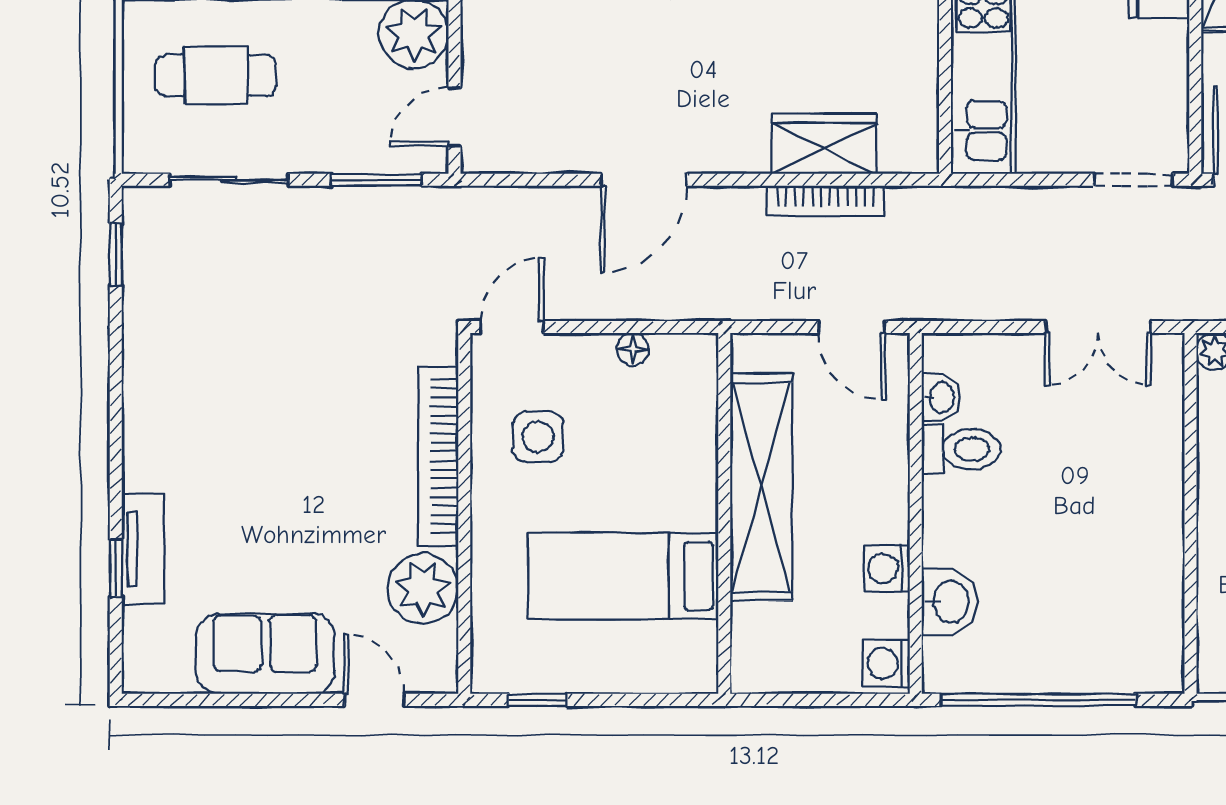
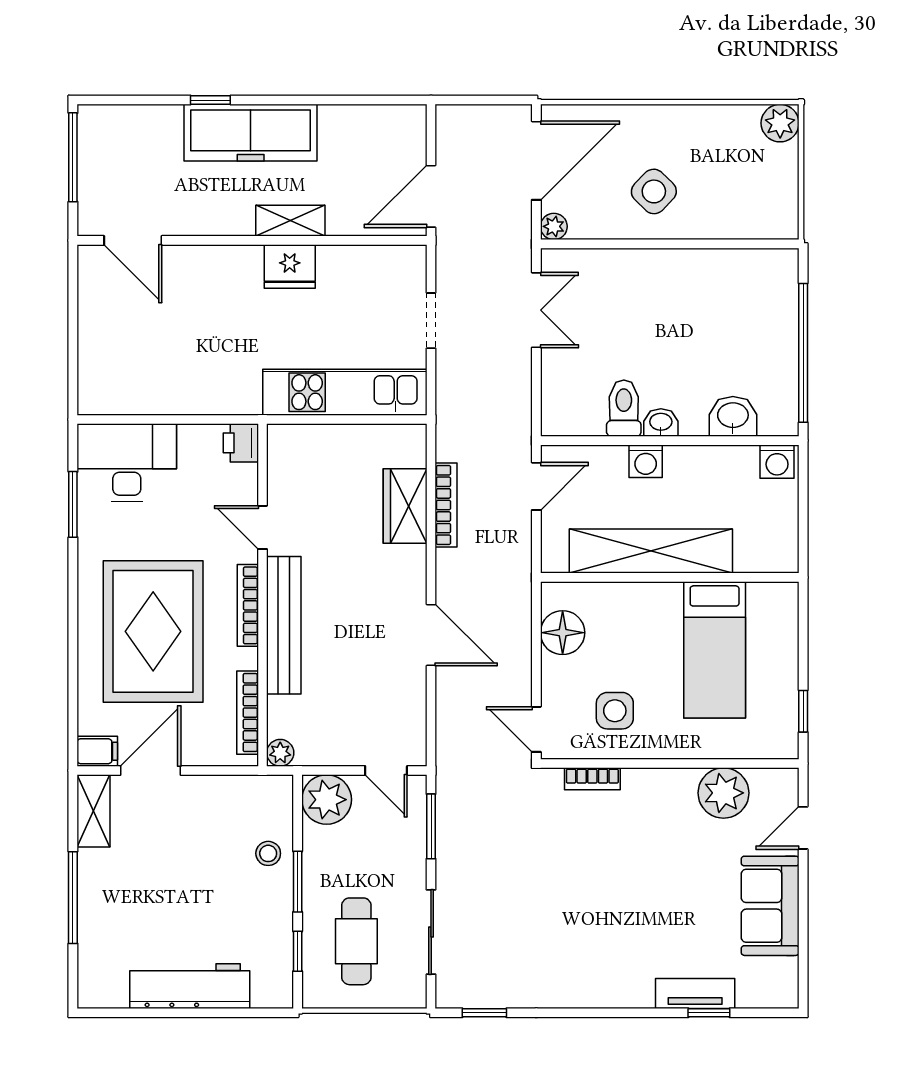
doorway: (1134, 180) -> (431, 321), moved
floor lamp: (633, 349) -> (563, 633), width x1.89, depth x1.89
washbasin: (941, 397) -> (661, 423), moved
bookcase: (438, 456) -> (592, 779), width x0.43, depth x0.76
washing machine: (887, 568) -> (646, 461), moved

